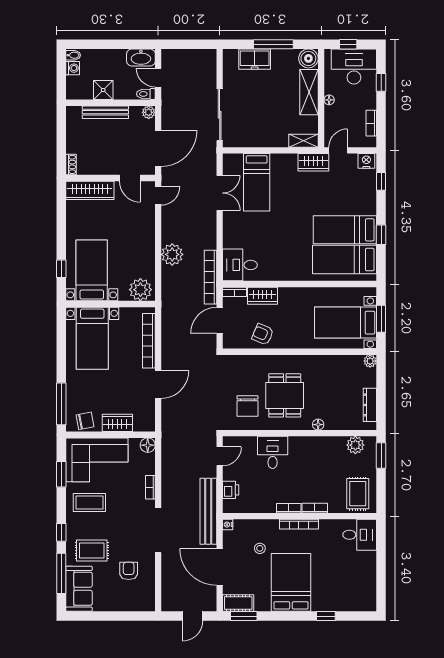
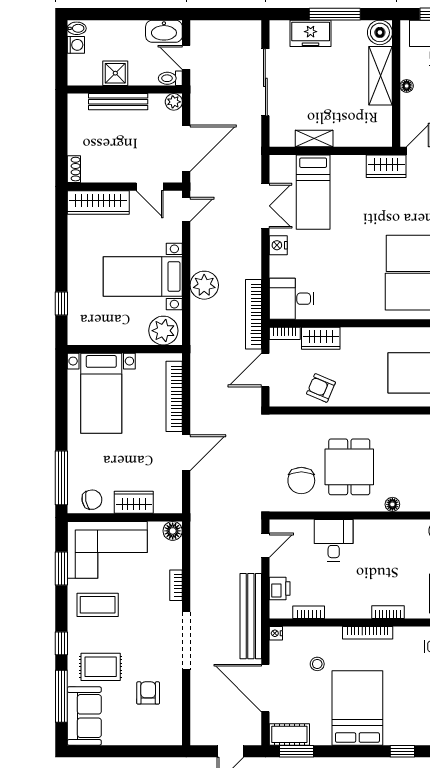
sliding door: (220, 115) -> (265, 82), moved
shelving: (303, 141) -> (314, 138), moved
nightstand: (230, 223) -> (278, 245), added
bed with nightstands: (92, 270) -> (143, 277), moved, turned -90
bookcase: (289, 508) -> (309, 612), moved

